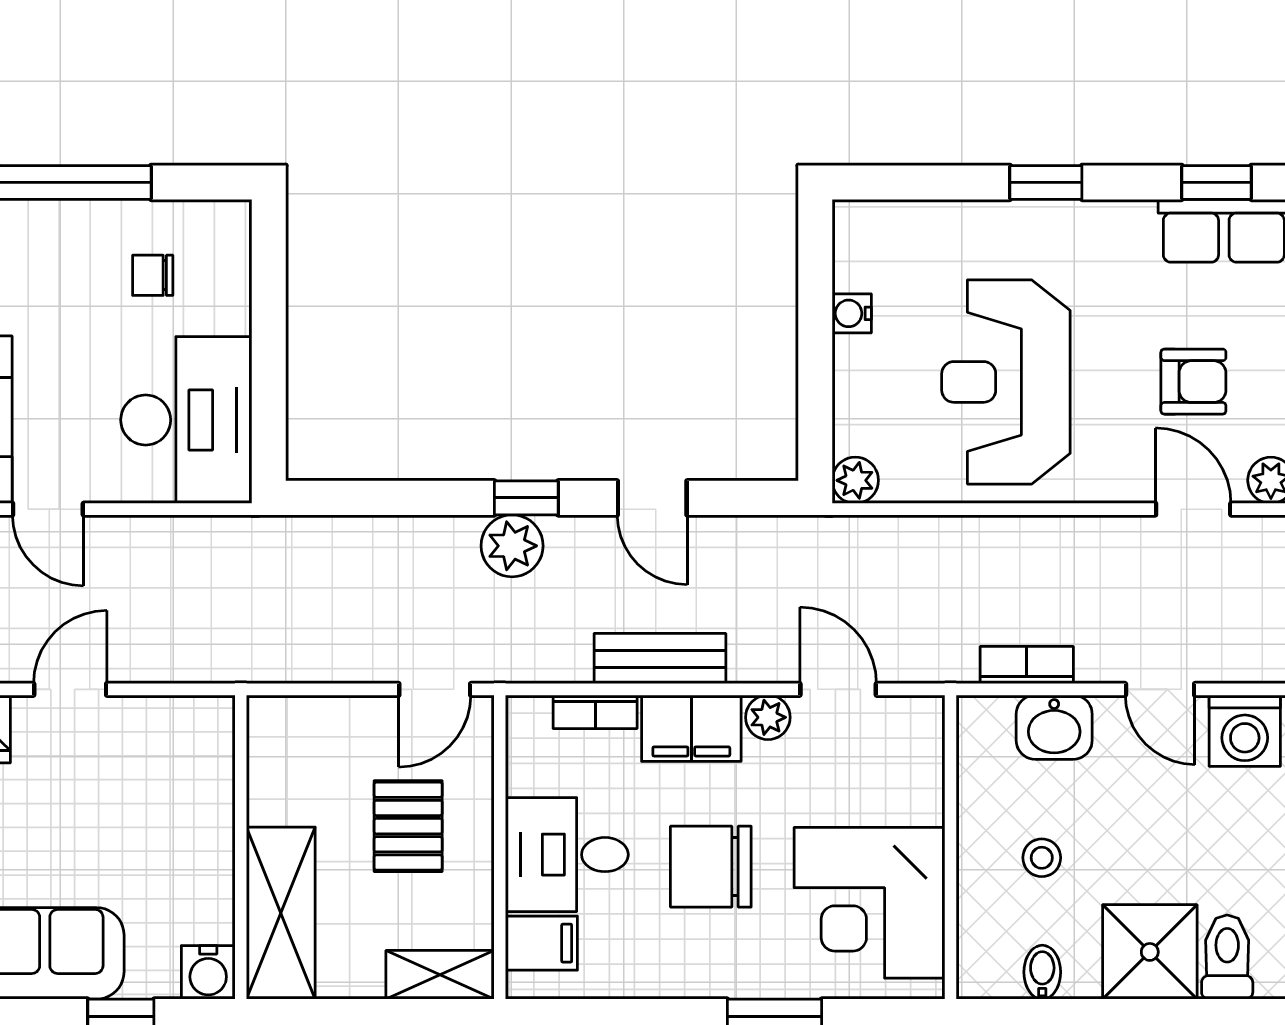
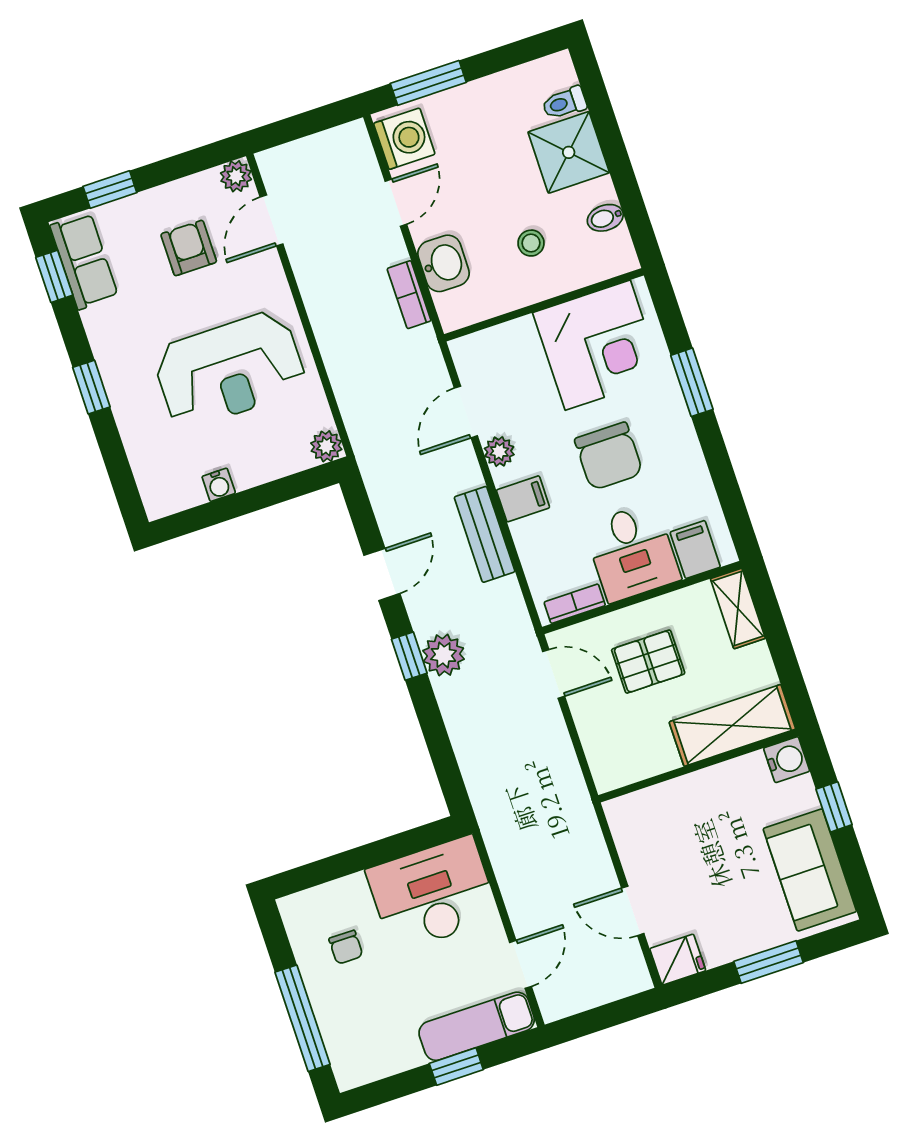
bookcase: (595, 712) -> (575, 604), moved, turned -90
filing cabinet: (691, 728) -> (523, 499), width x0.50
toilet: (1227, 957) -> (564, 103), width x0.73, depth x0.72

